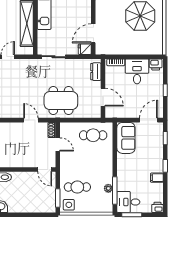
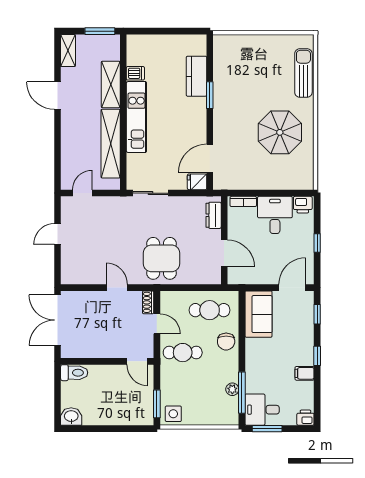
dining table: (61, 101) -> (162, 258), width x0.73
chair: (104, 156) -> (226, 342), added
cafe table: (77, 187) -> (183, 353), moved

